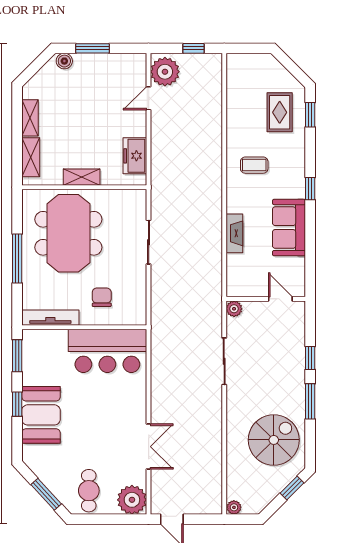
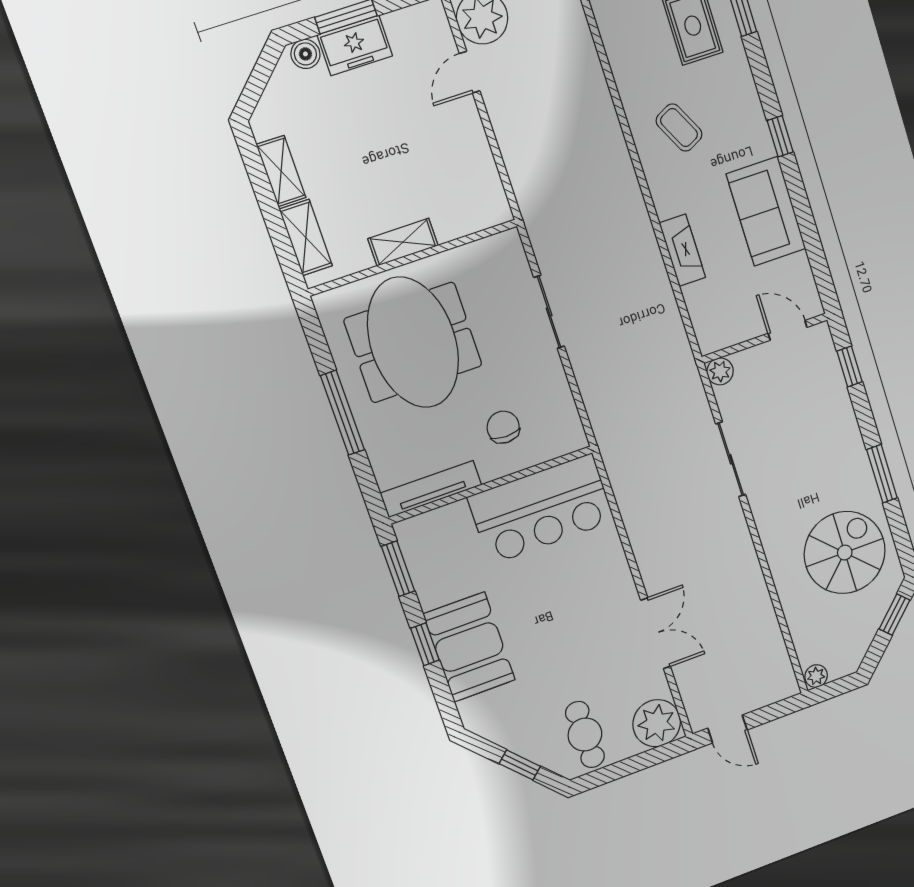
freezer: (135, 156) -> (355, 45), moved, turned -90
coffee table: (254, 165) -> (679, 128), turned 63
window: (310, 358) -> (850, 366), moved
window: (46, 494) -> (520, 765), width x0.67

